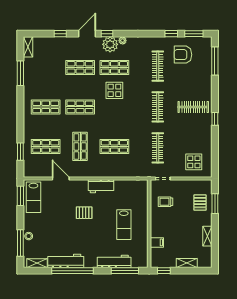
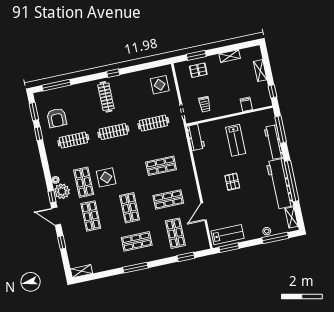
window: (20, 73) -> (135, 268), moved
shop shelf: (46, 107) -> (137, 241), turned 90
shop shelf: (114, 146) -> (161, 166), turned 90
workbench: (101, 186) -> (196, 137), moved
lab bench: (124, 225) -> (236, 140), turned 90
workbench: (66, 261) -> (280, 184), width x1.36, depth x1.32

